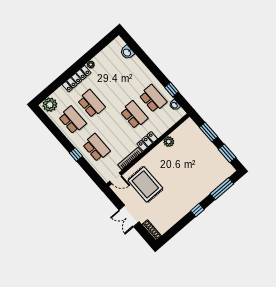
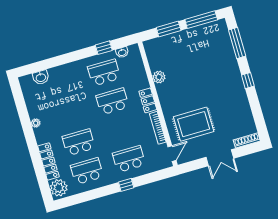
locker: (77, 79) -> (48, 161), moved
window: (227, 153) -> (201, 20), width x1.44

